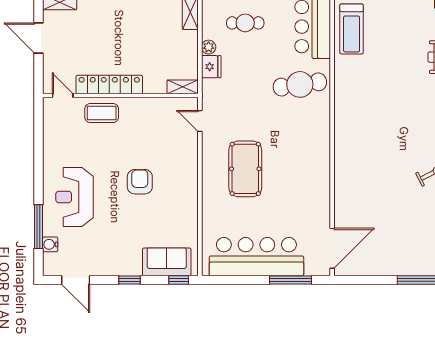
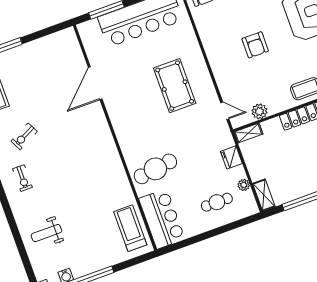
plant: (209, 47) -> (244, 185), moved
plant: (162, 106) -> (259, 111), added
door: (332, 248) -> (95, 83), moved

